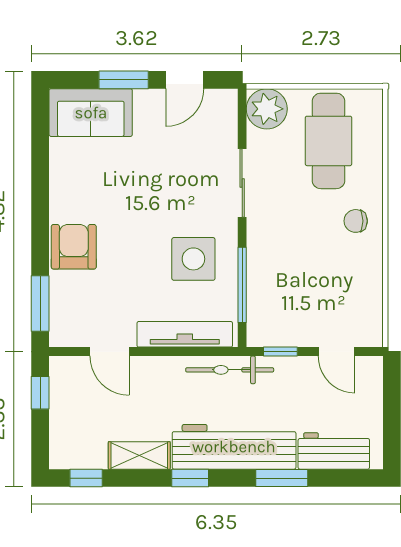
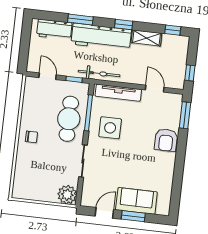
sofa: (91, 113) -> (136, 201), moved
cafe table: (329, 141) -> (69, 119), moved

